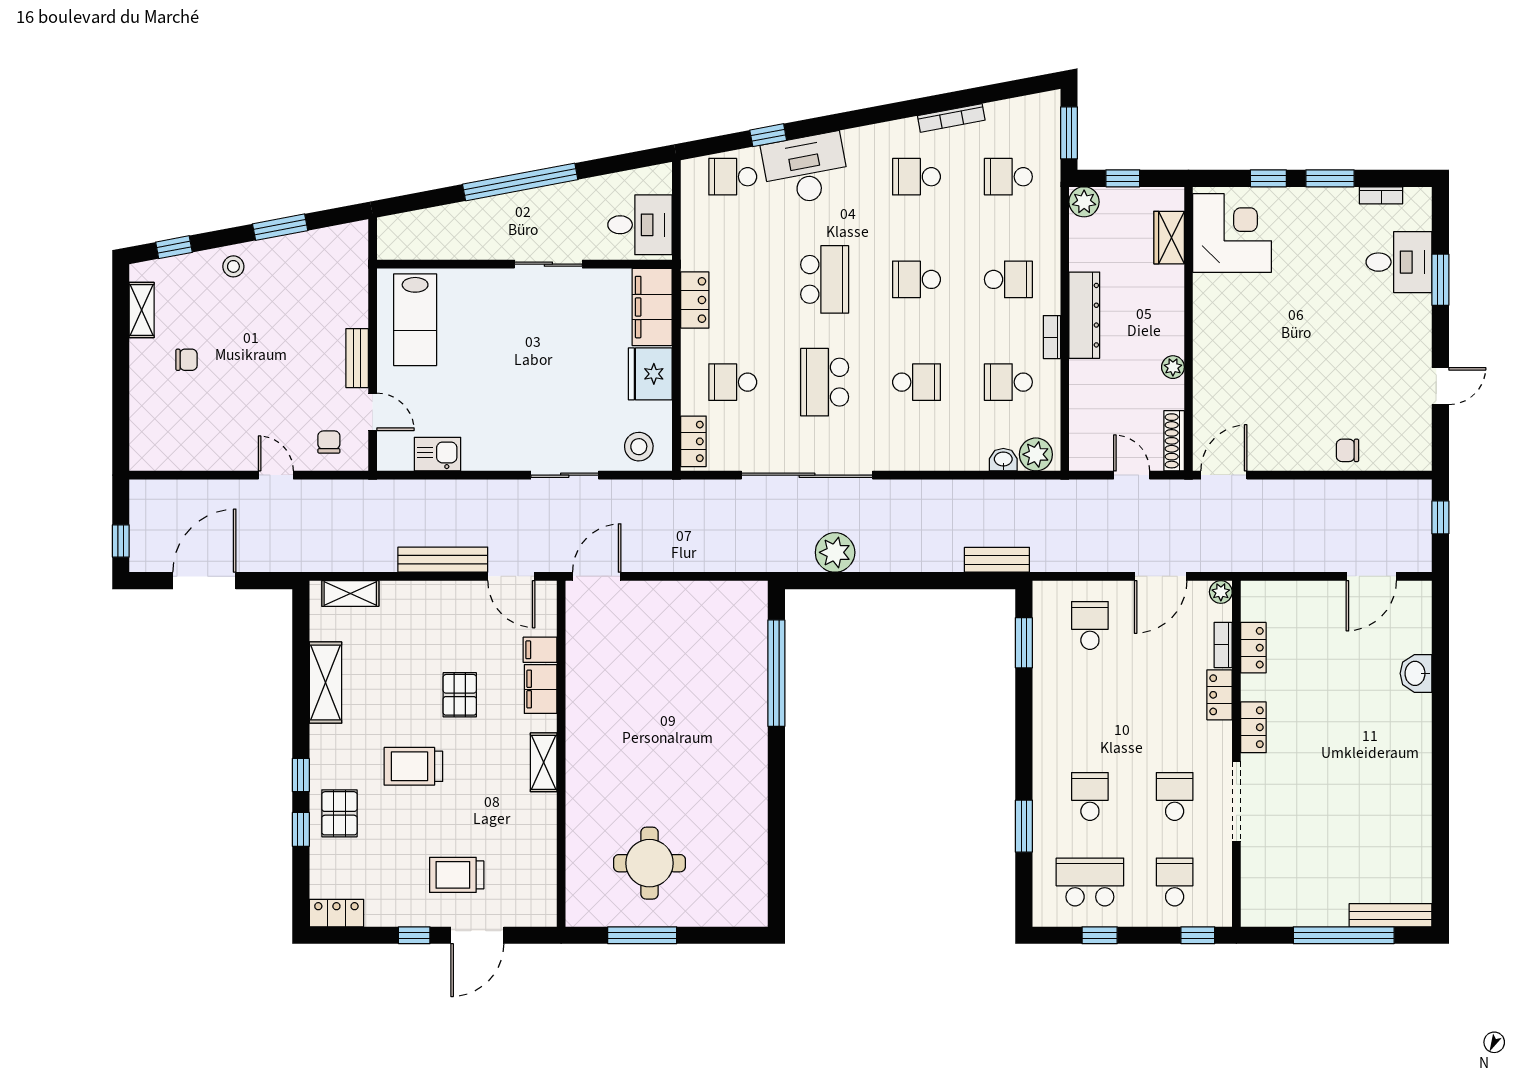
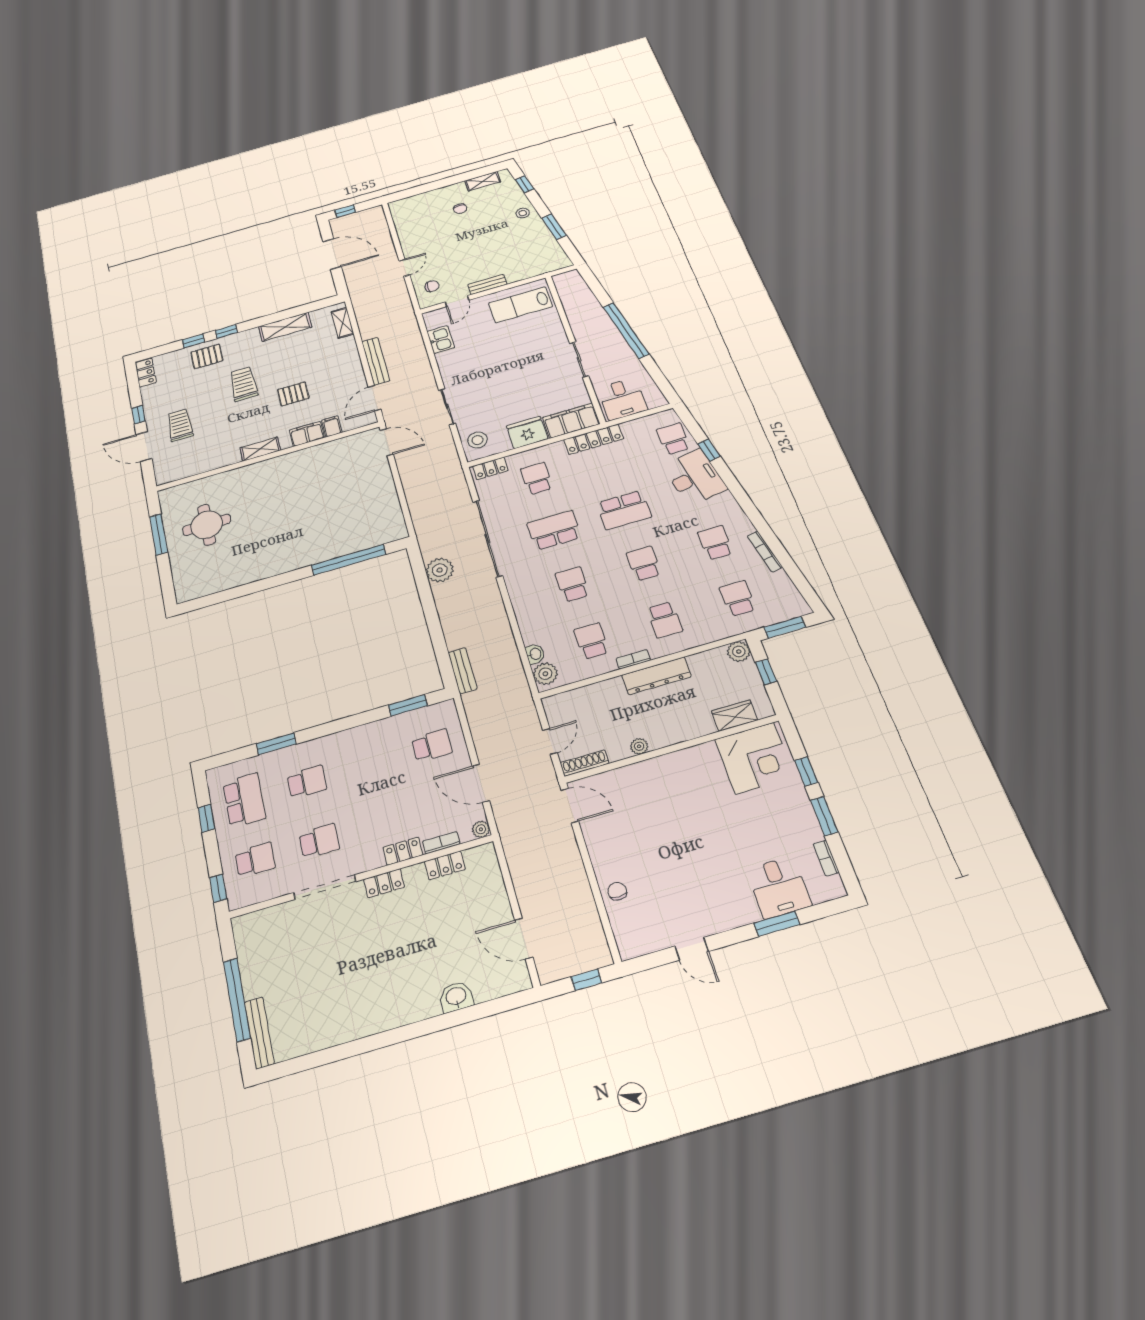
locker: (695, 300) -> (594, 439), width x1.53
school desk: (917, 382) -> (572, 584), turned 180

